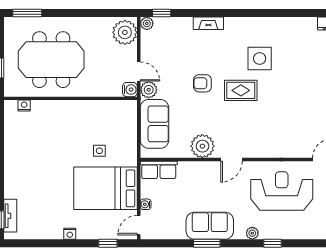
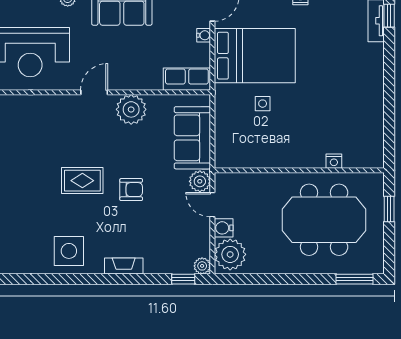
side table: (260, 59) -> (69, 251), moved
water cooler: (130, 90) -> (224, 228), moved
nightstand: (24, 106) -> (334, 161), moved

